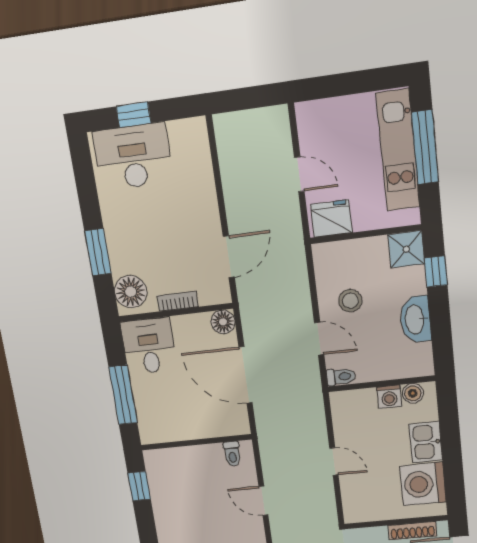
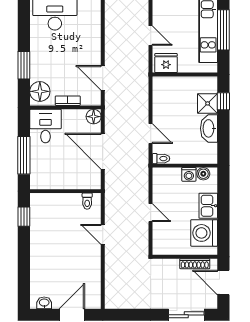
shower: (406, 249) -> (208, 103), moved
door: (229, 257) -> (103, 78), swing flipped
stool: (350, 301) -> (172, 113), removed

